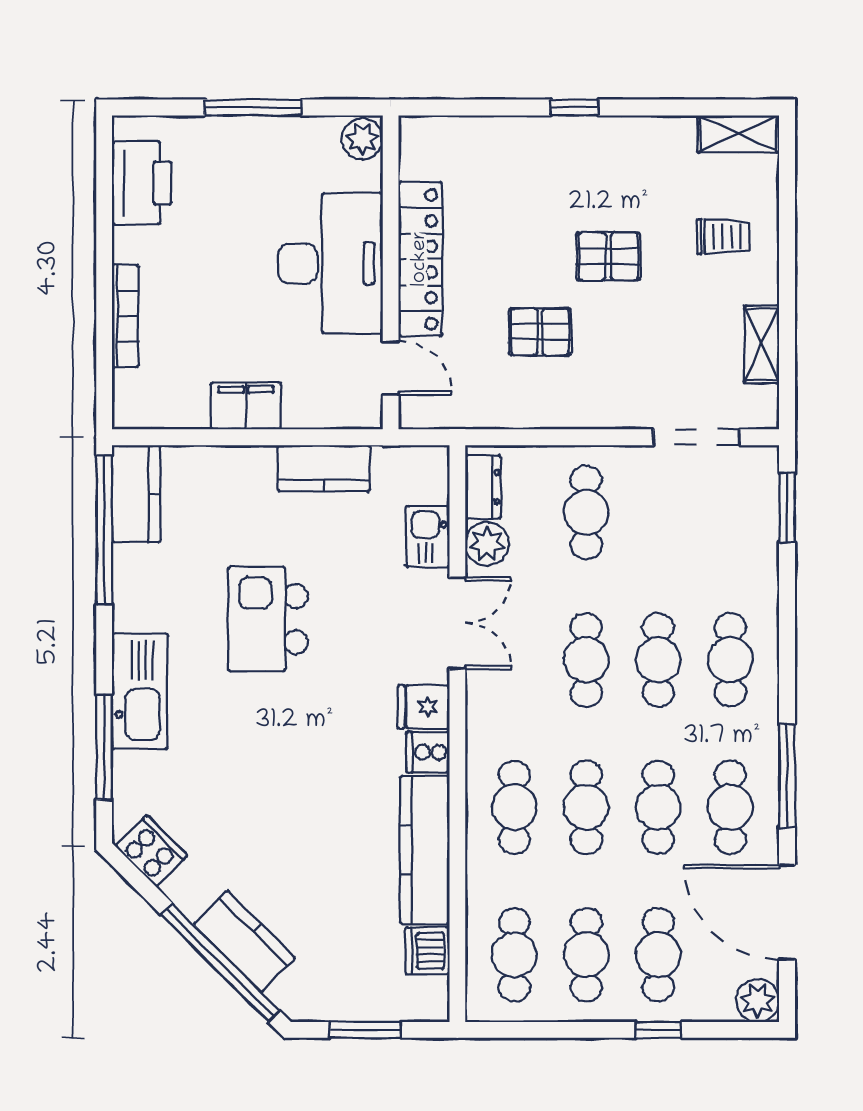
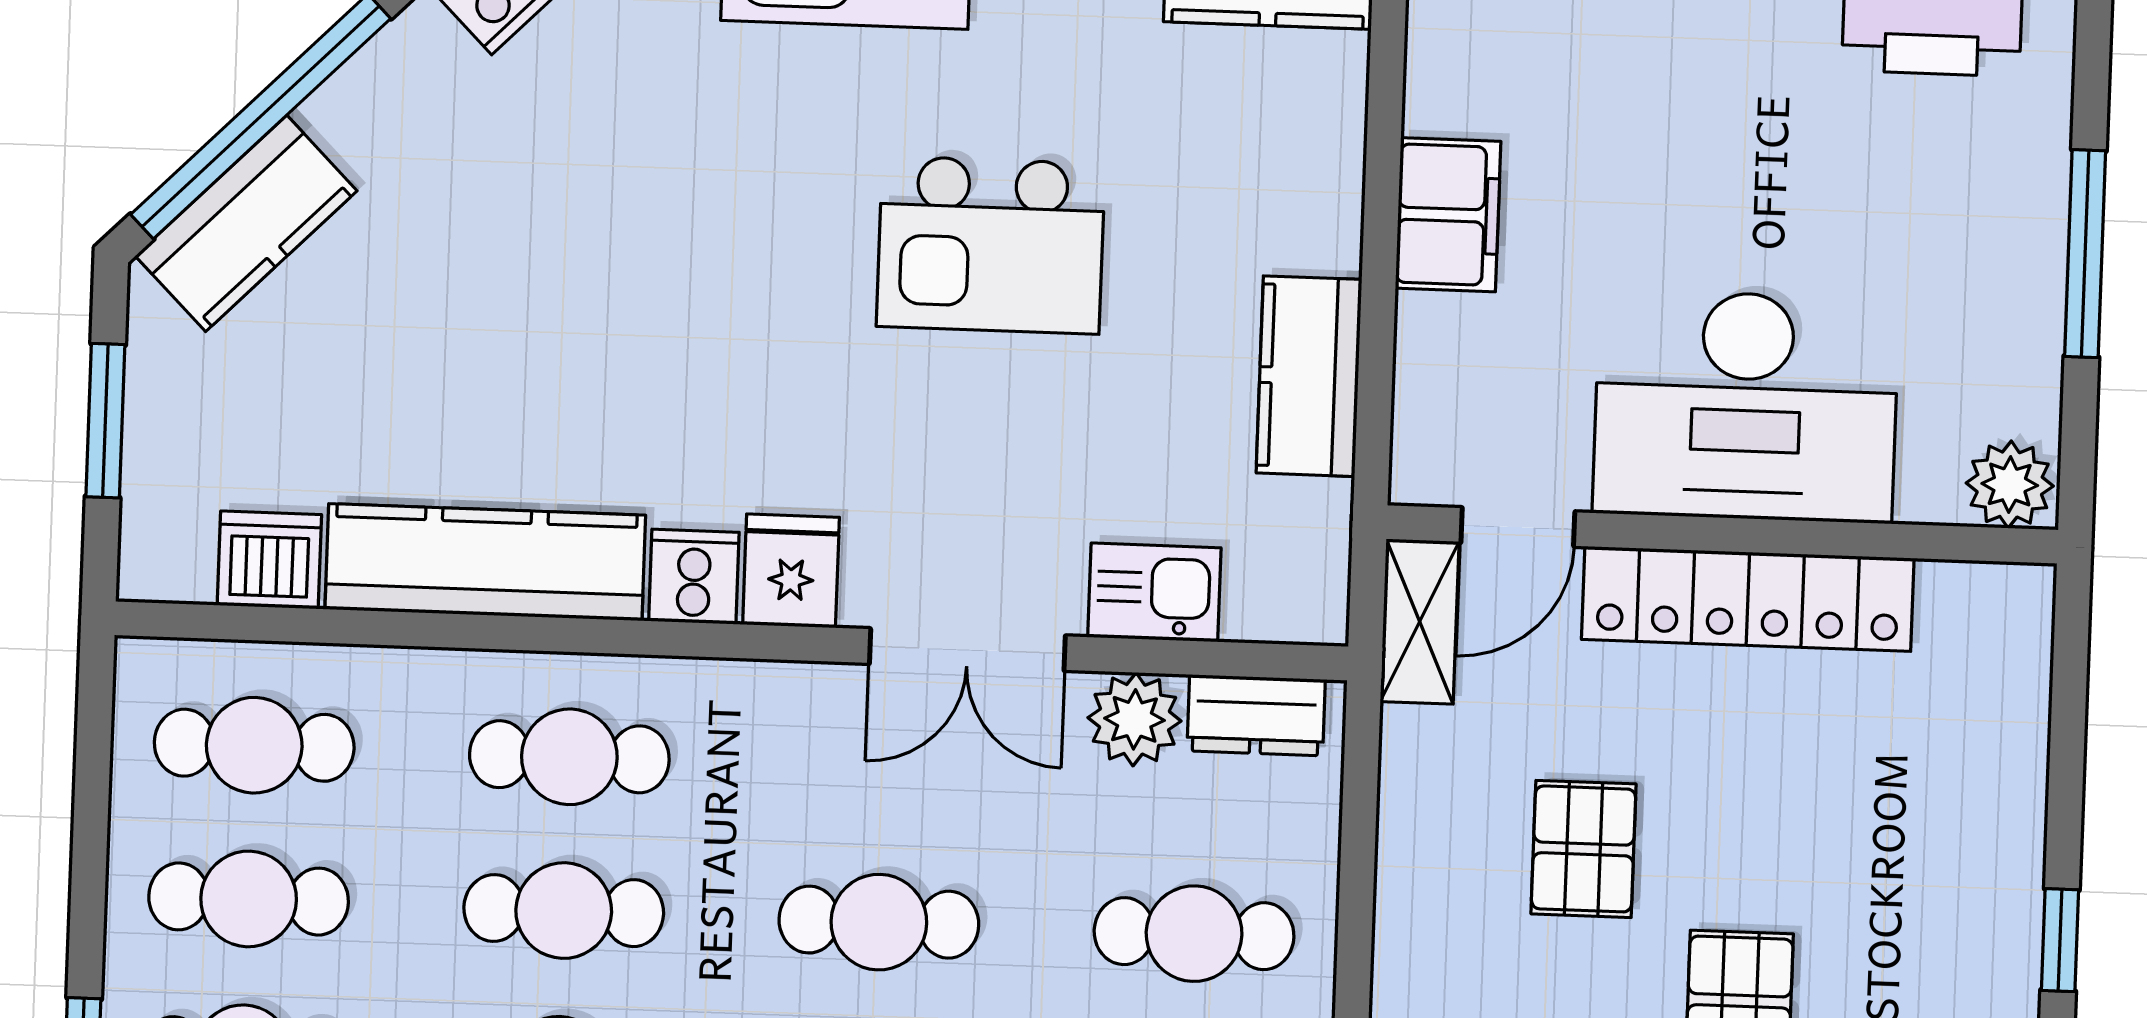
shelving: (437, 412) -> (1420, 622), added
kitchen island: (268, 619) -> (991, 245), turned 180
kitchen counter: (244, 941) -> (246, 223), moved

